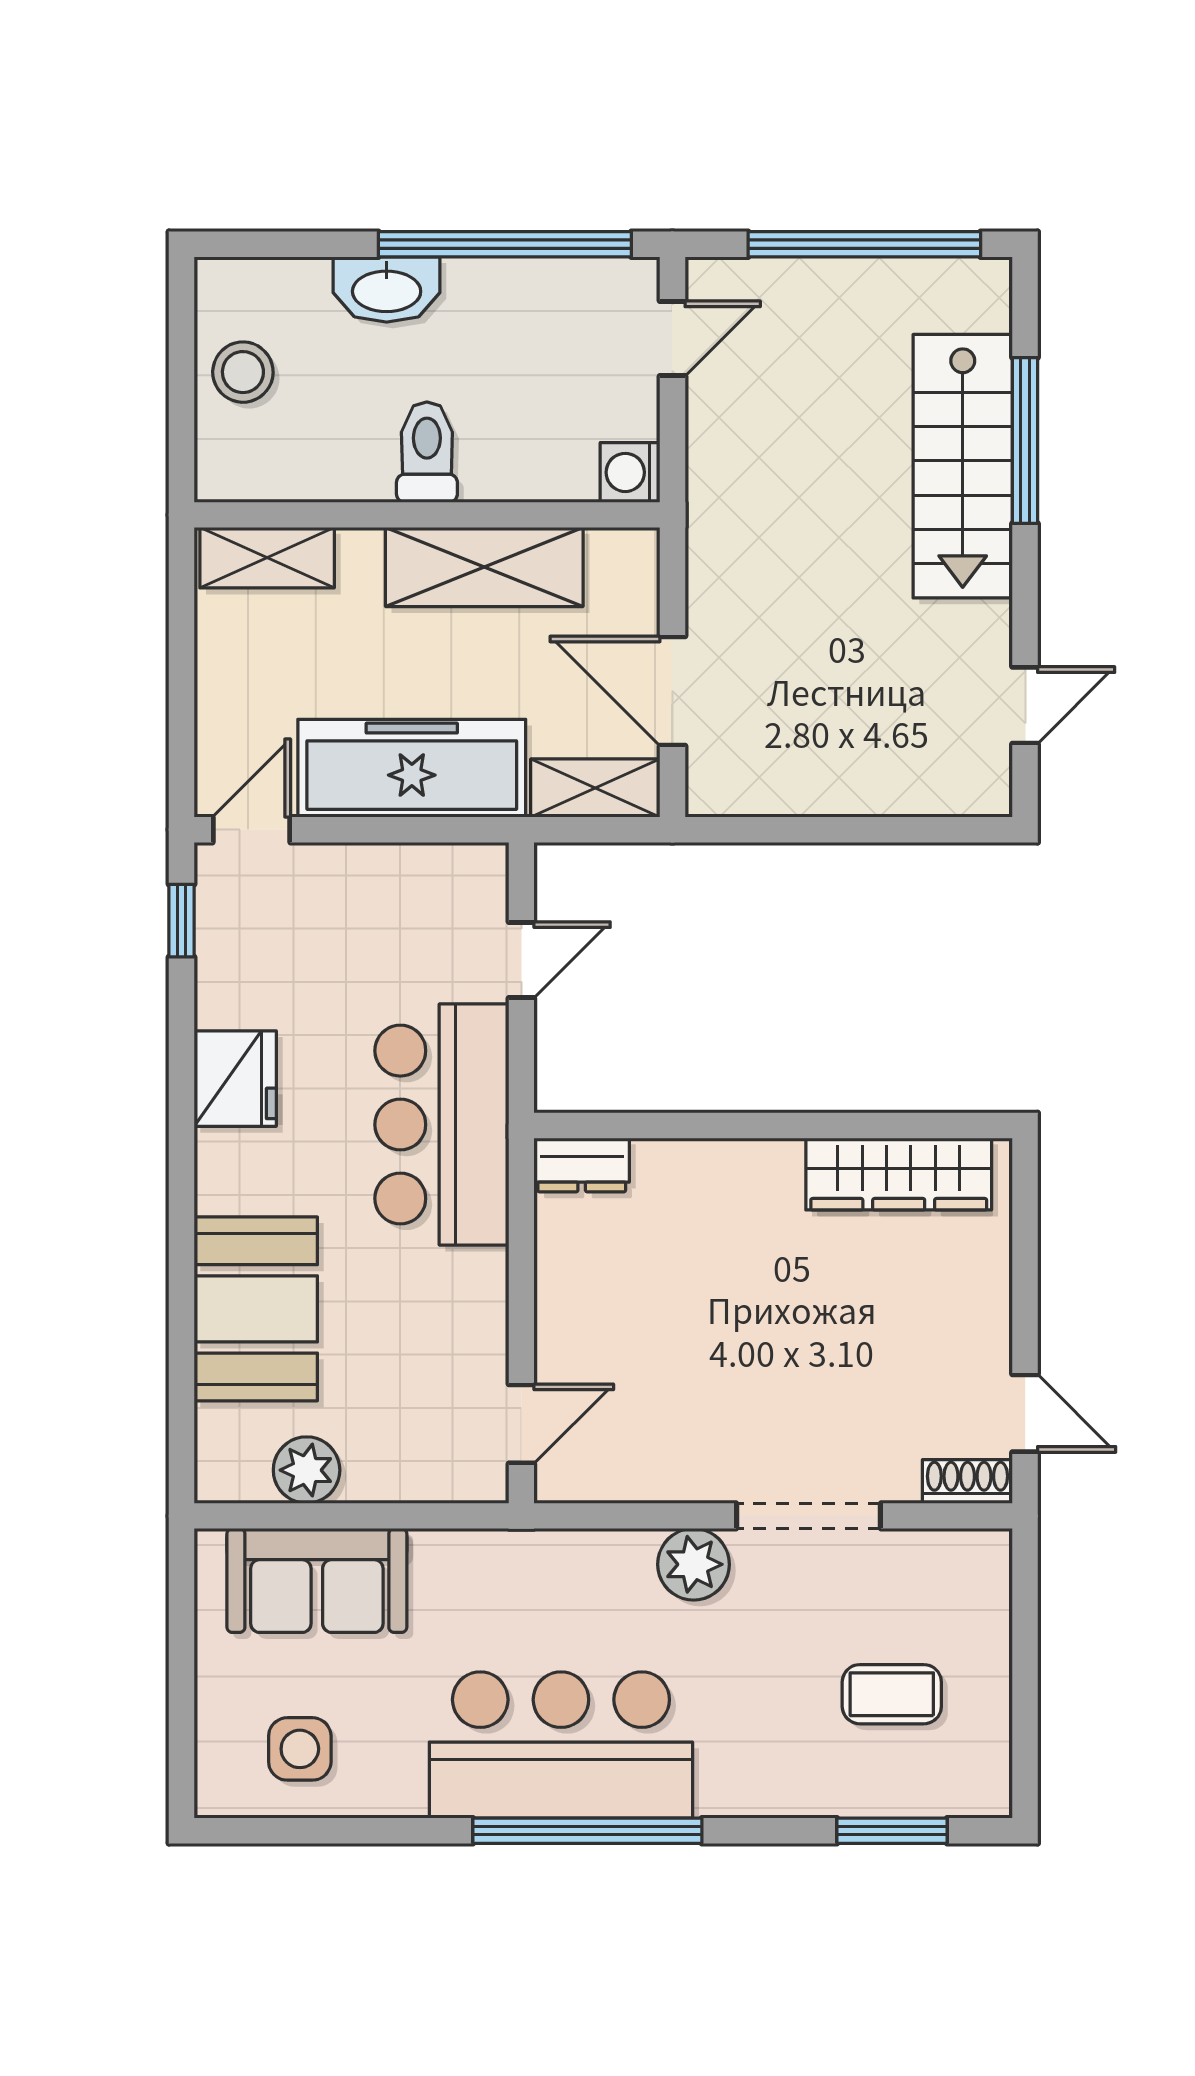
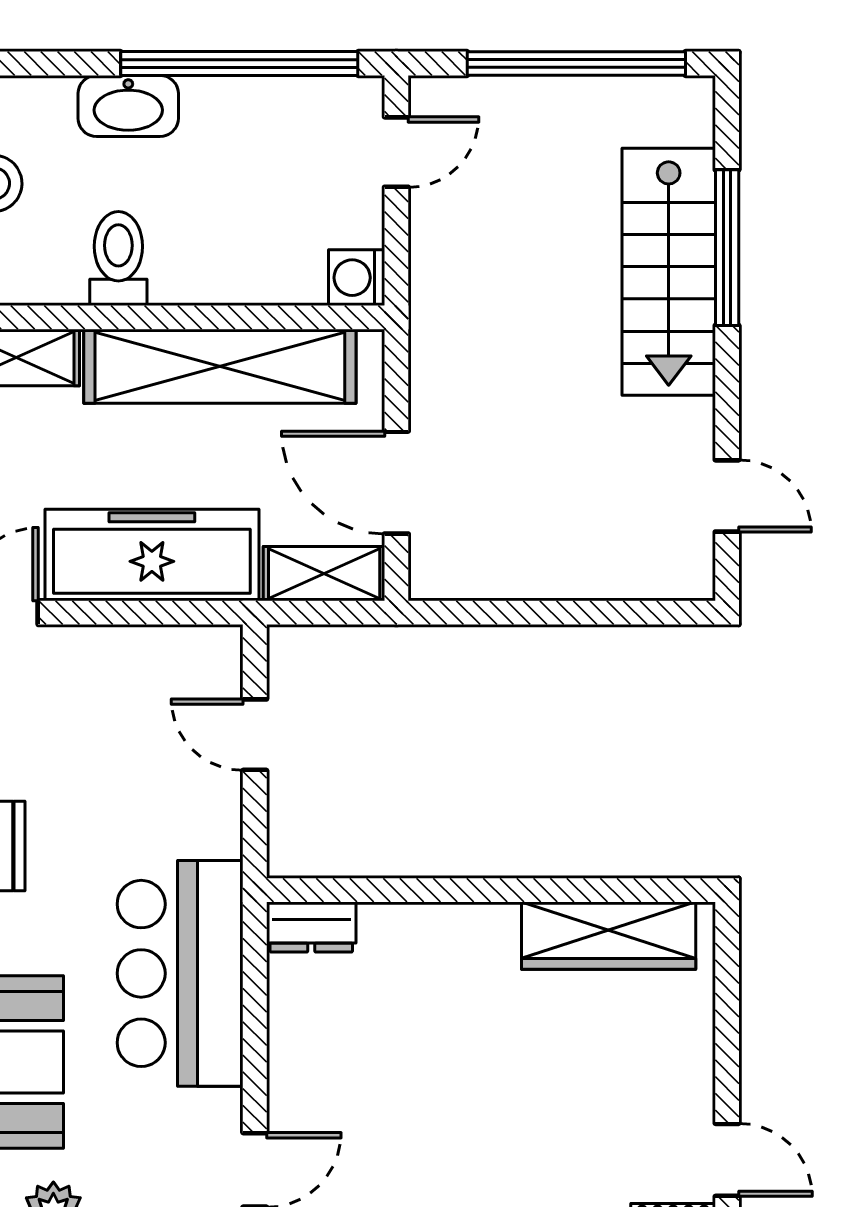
toilet: (427, 452) -> (118, 259), moved
shelving: (484, 567) -> (220, 366), width x1.47
door: (1025, 705) -> (727, 496), hinge flipped
door: (521, 960) -> (255, 735), swing flipped
bar counter: (442, 1125) -> (180, 973), moved

